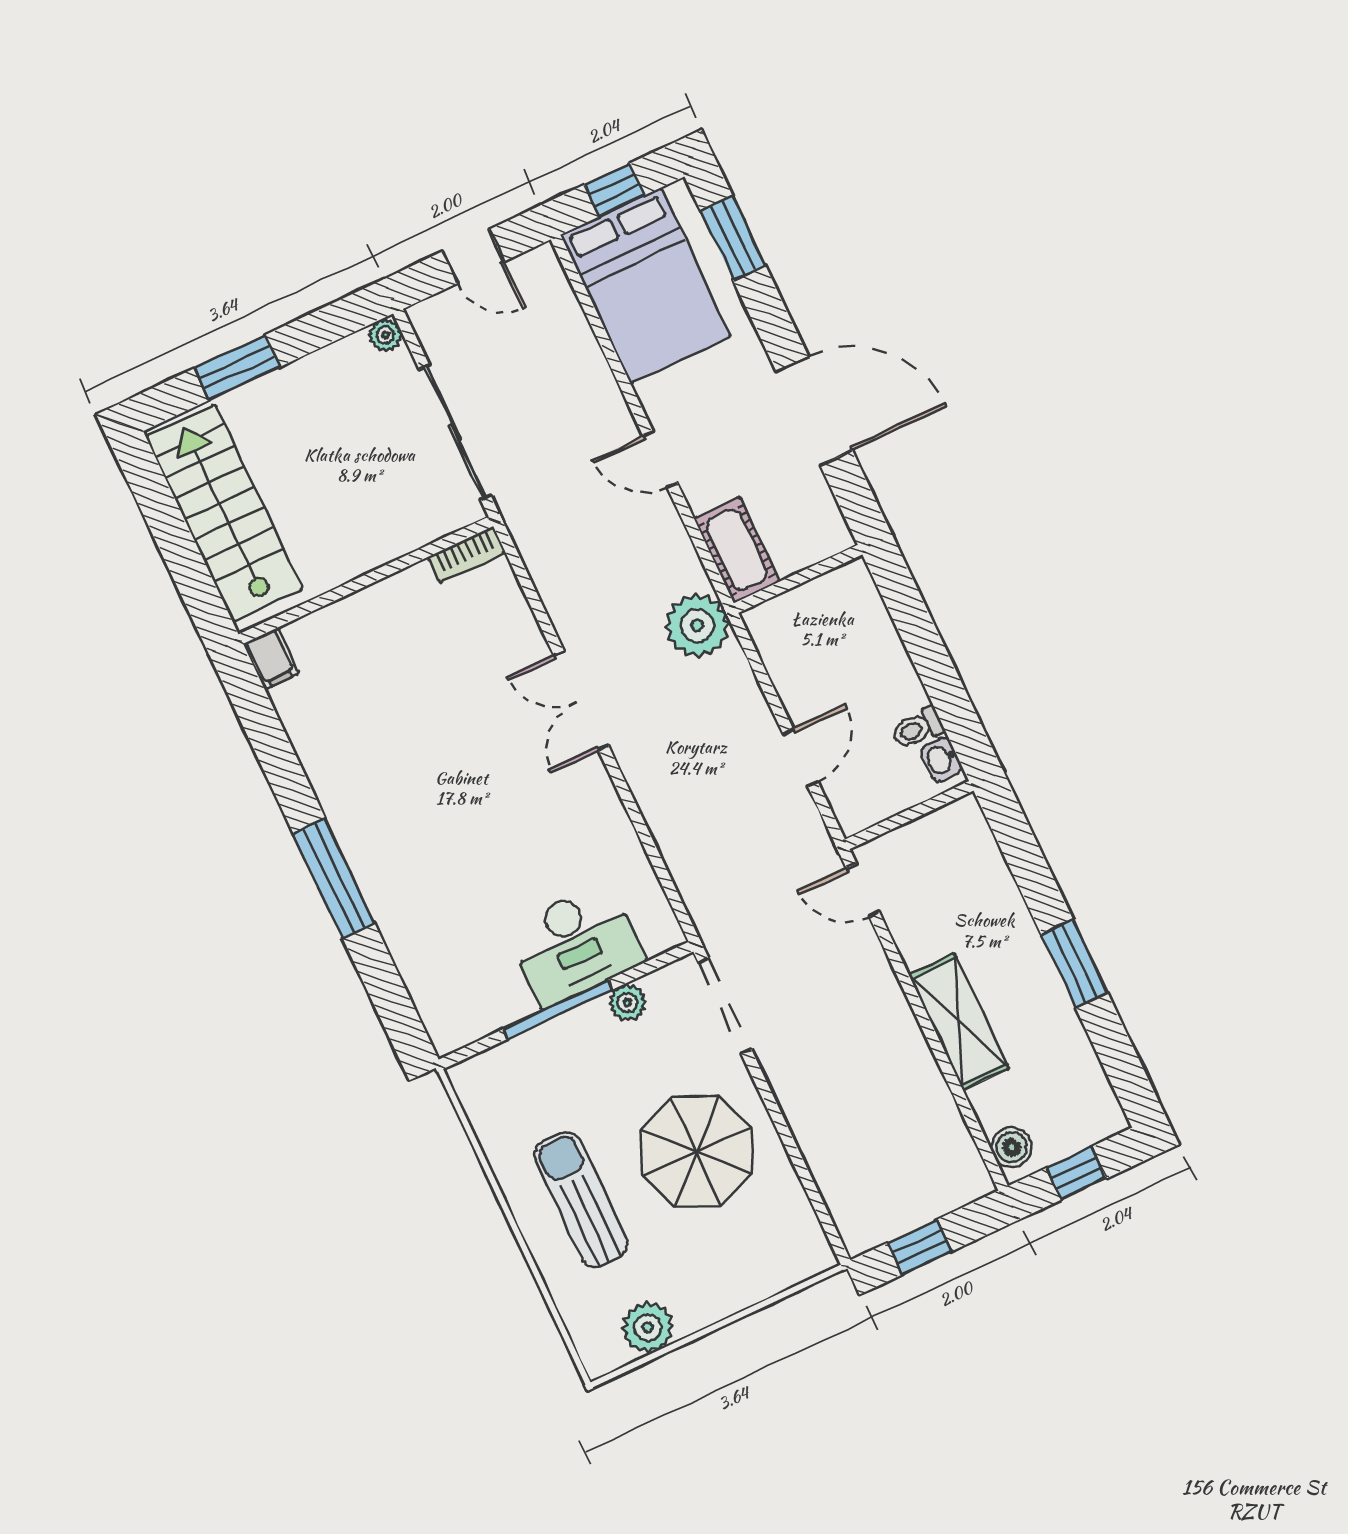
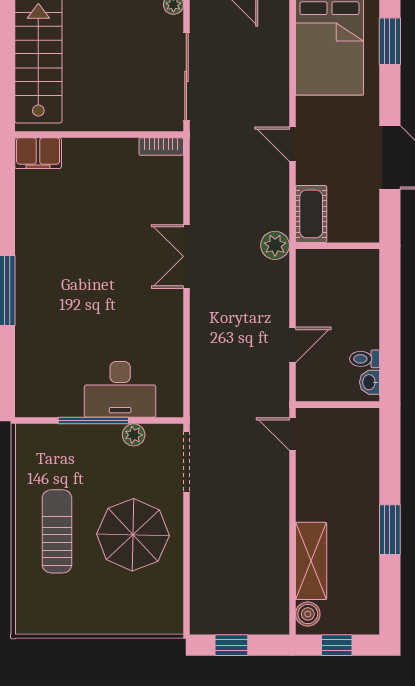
plant: (697, 625) -> (275, 245), width x0.73, depth x0.73
filing cabinet: (271, 659) -> (38, 153), width x2.00
shelving: (959, 1022) -> (311, 561), moved
plant: (648, 1327) -> (61, 619), removed

